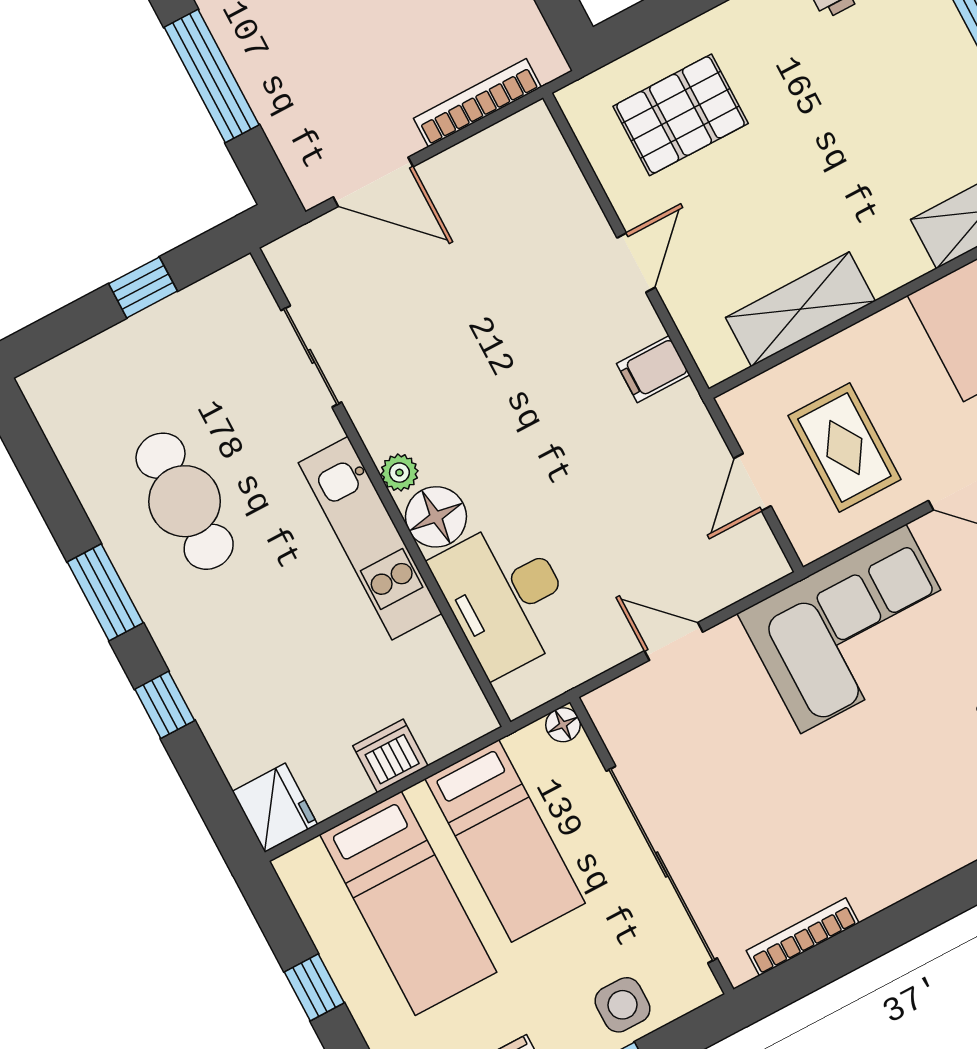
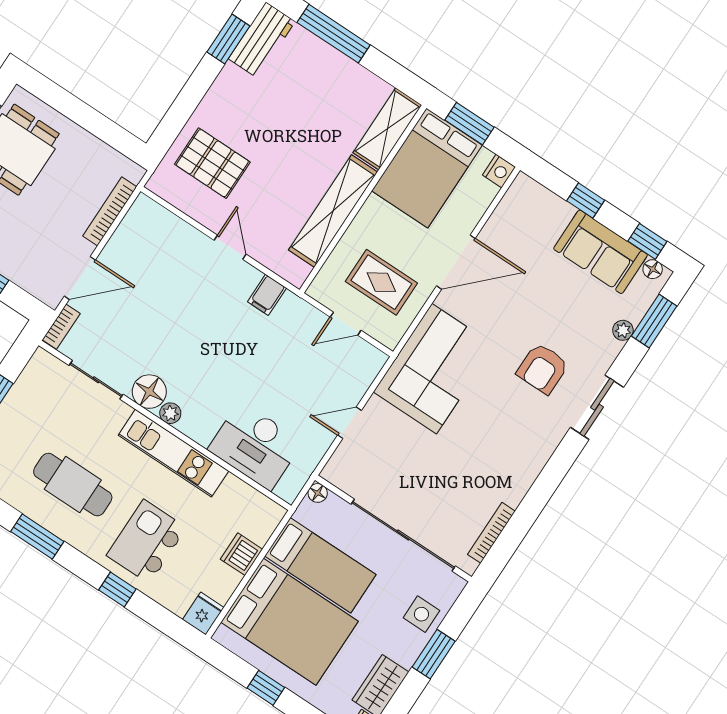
pallet: (681, 115) -> (212, 163), turned 90
bookcase: (302, 242) -> (61, 327), added
shelving: (800, 309) -> (333, 211), width x1.47
door: (752, 482) -> (346, 324), hinge flipped
floor lamp: (436, 517) -> (149, 392), moved
window: (105, 592) -> (37, 536), moved
kitchen island: (252, 654) -> (147, 541), added
fridge: (275, 808) -> (203, 613), width x0.72
bed: (408, 903) -> (290, 622), width x1.50

